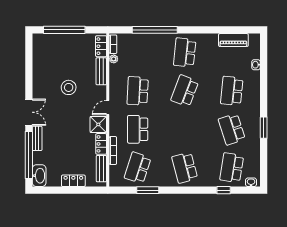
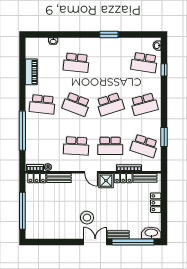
piano: (233, 40) -> (31, 72), moved
stool: (69, 87) -> (87, 218), moved
school desk: (232, 129) -> (110, 104), moved

